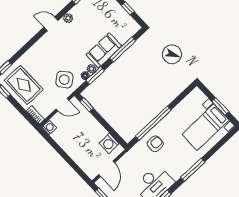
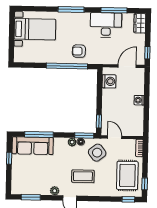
sofa: (104, 50) -> (33, 146), moved, width x1.36
coffee table: (57, 51) -> (83, 176), added
window: (95, 75) -> (84, 135), moved
window: (220, 106) -> (12, 33), removed
washing machine: (49, 128) -> (139, 100), moved

